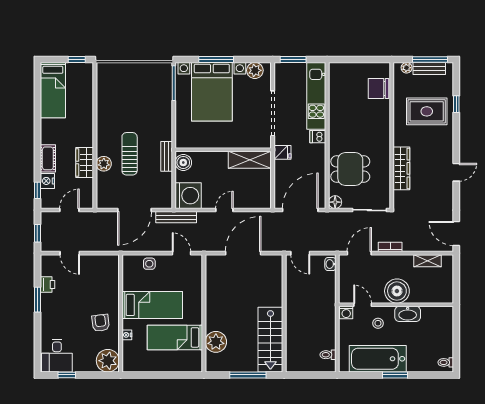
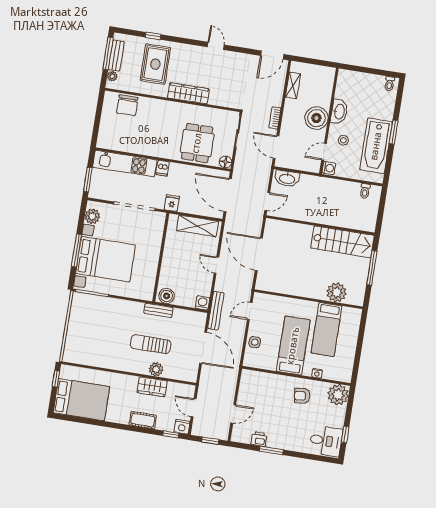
bed: (53, 90) -> (81, 400), width x1.50
shelving: (250, 160) -> (197, 226), moved, turned 90
wardrobe: (401, 168) -> (188, 93), moved
nightstand: (47, 181) -> (182, 427), moved
washing machine: (188, 196) -> (203, 303), width x0.53, depth x0.53
washbasin: (330, 264) -> (287, 179), width x1.91, depth x1.45

